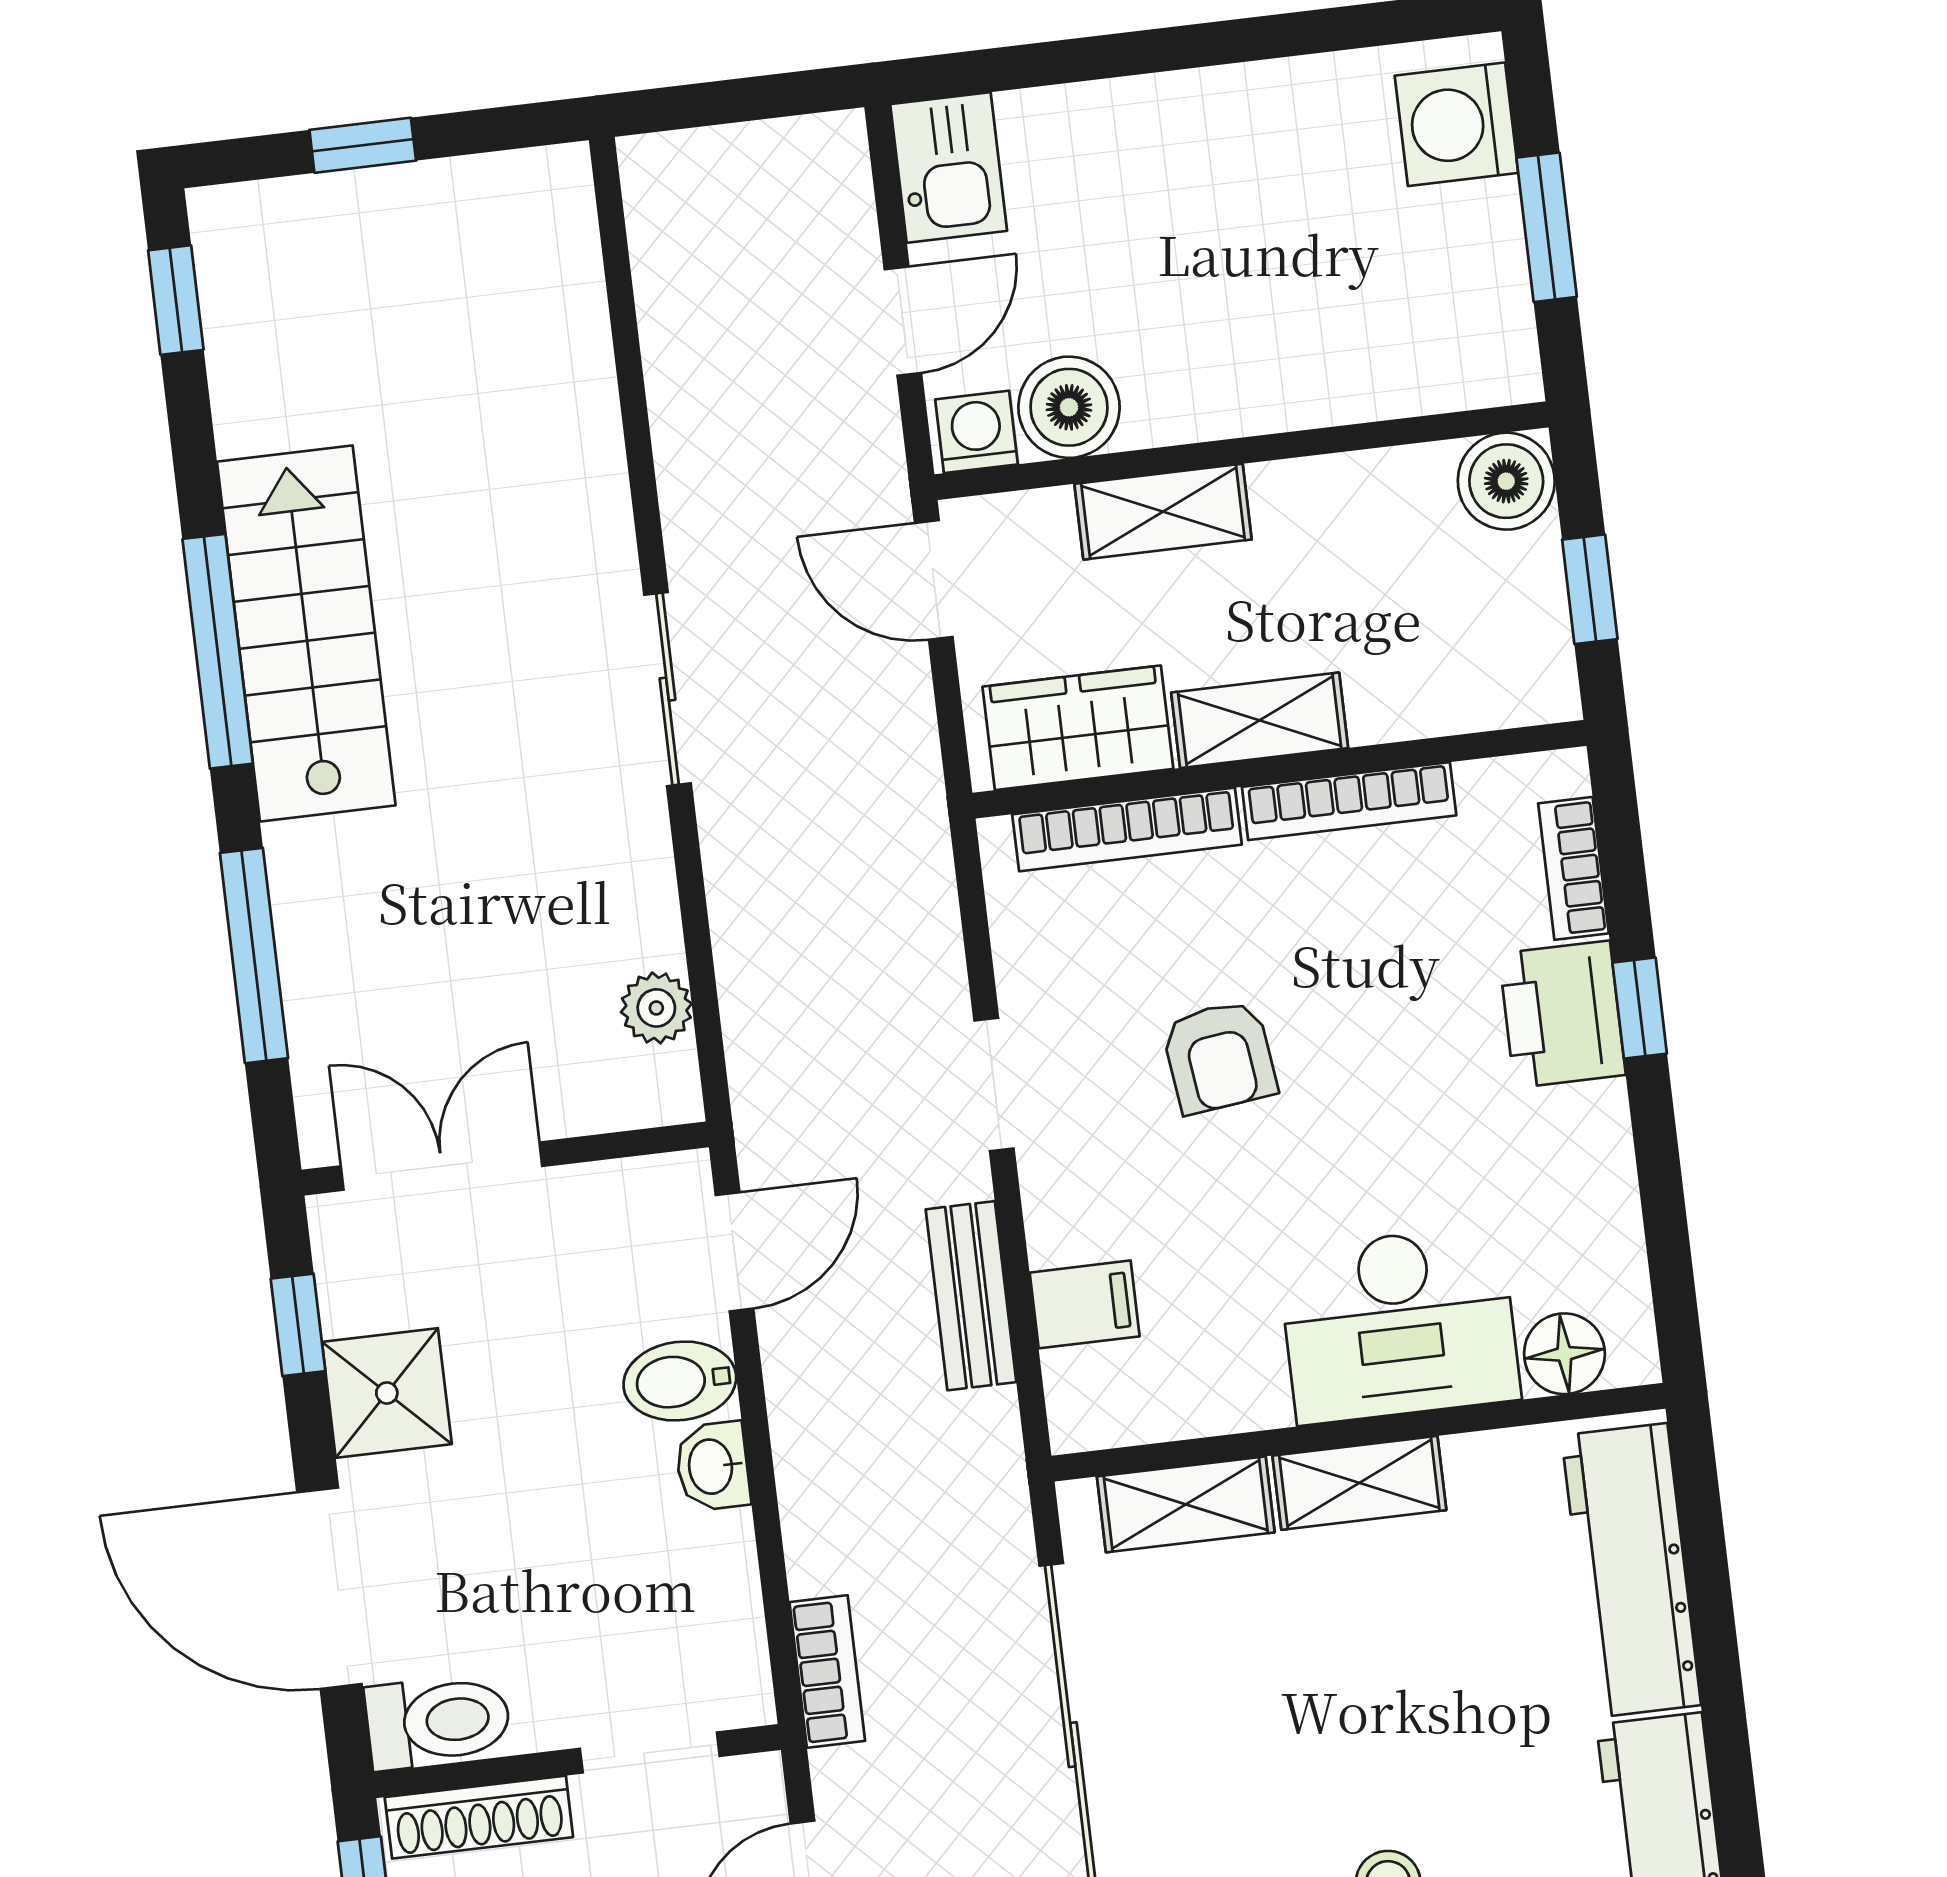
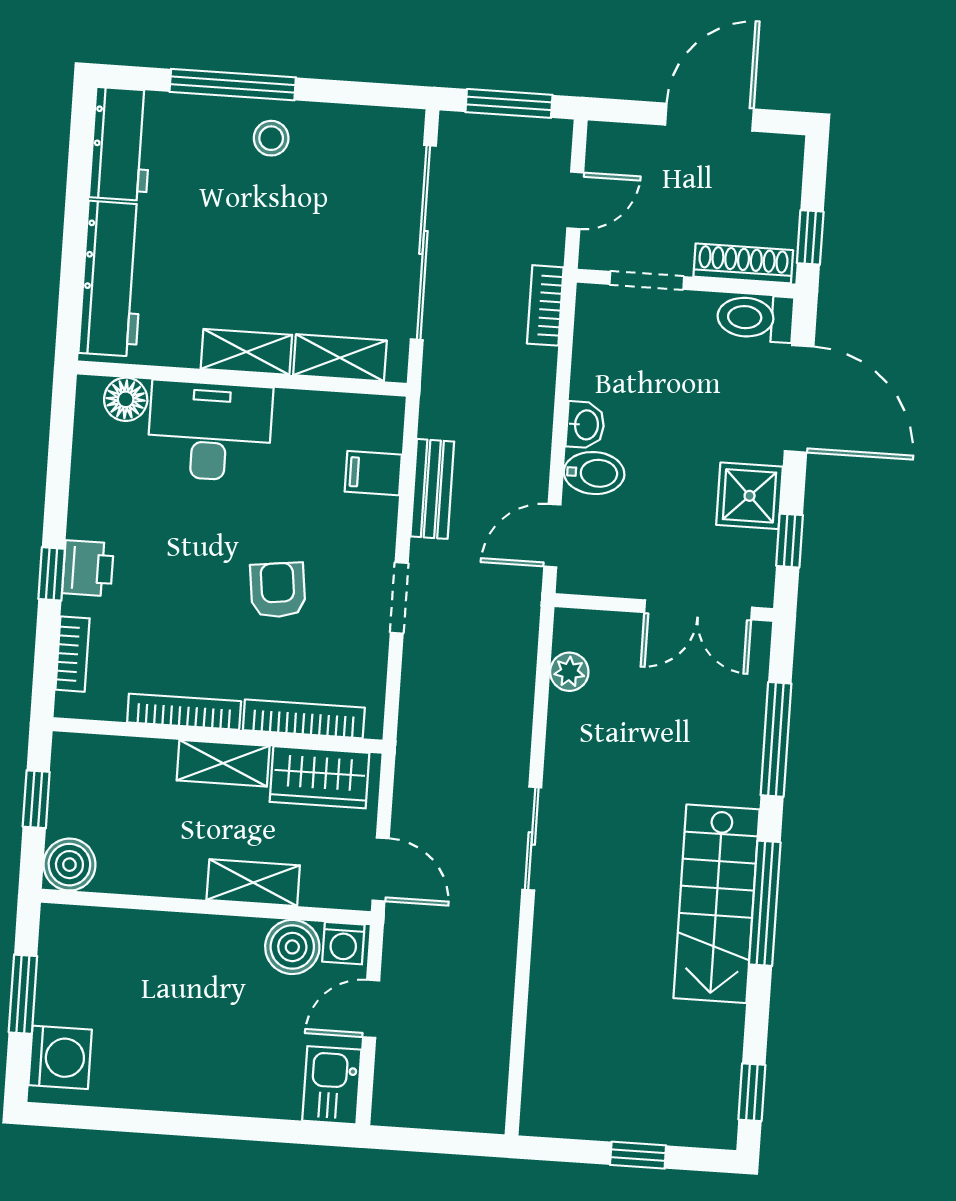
printer: (1562, 1014) -> (88, 568), width x0.73, depth x0.81

